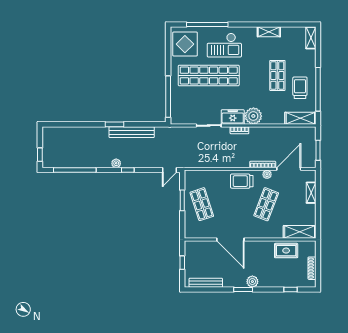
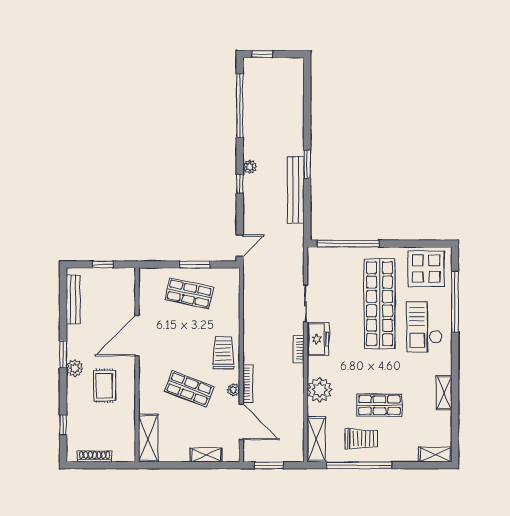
plant: (253, 116) -> (320, 390), moved
door: (169, 170) -> (240, 246), swing flipped
shop shelf: (202, 204) -> (189, 293), turned 30
rug: (286, 251) -> (105, 386), moved

